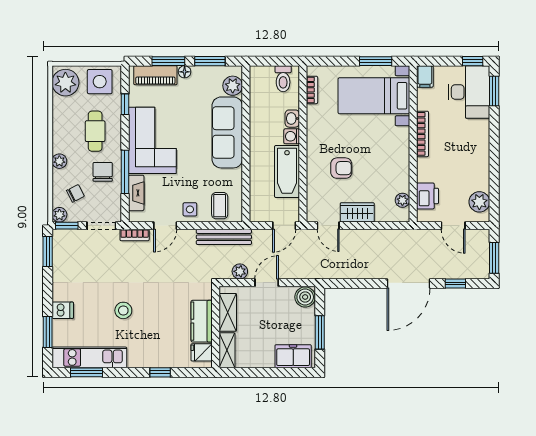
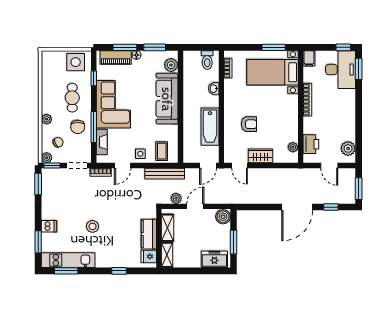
plant: (65, 83) -> (51, 63), removed
washing machine: (292, 136) -> (213, 101), removed
chair: (103, 172) -> (78, 127), turned 180

